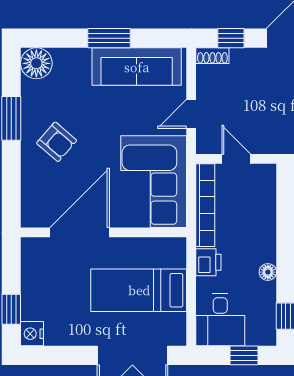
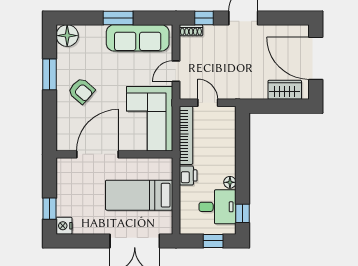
desk: (220, 320) -> (217, 207), moved, turned -90

